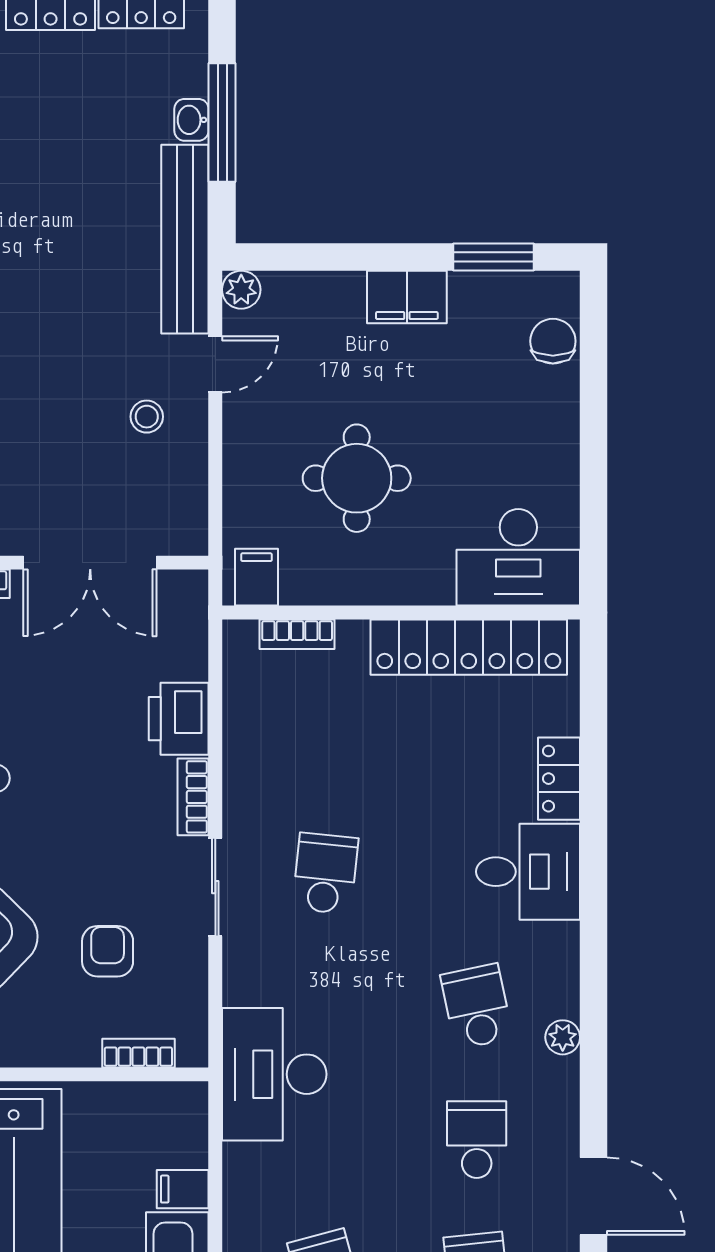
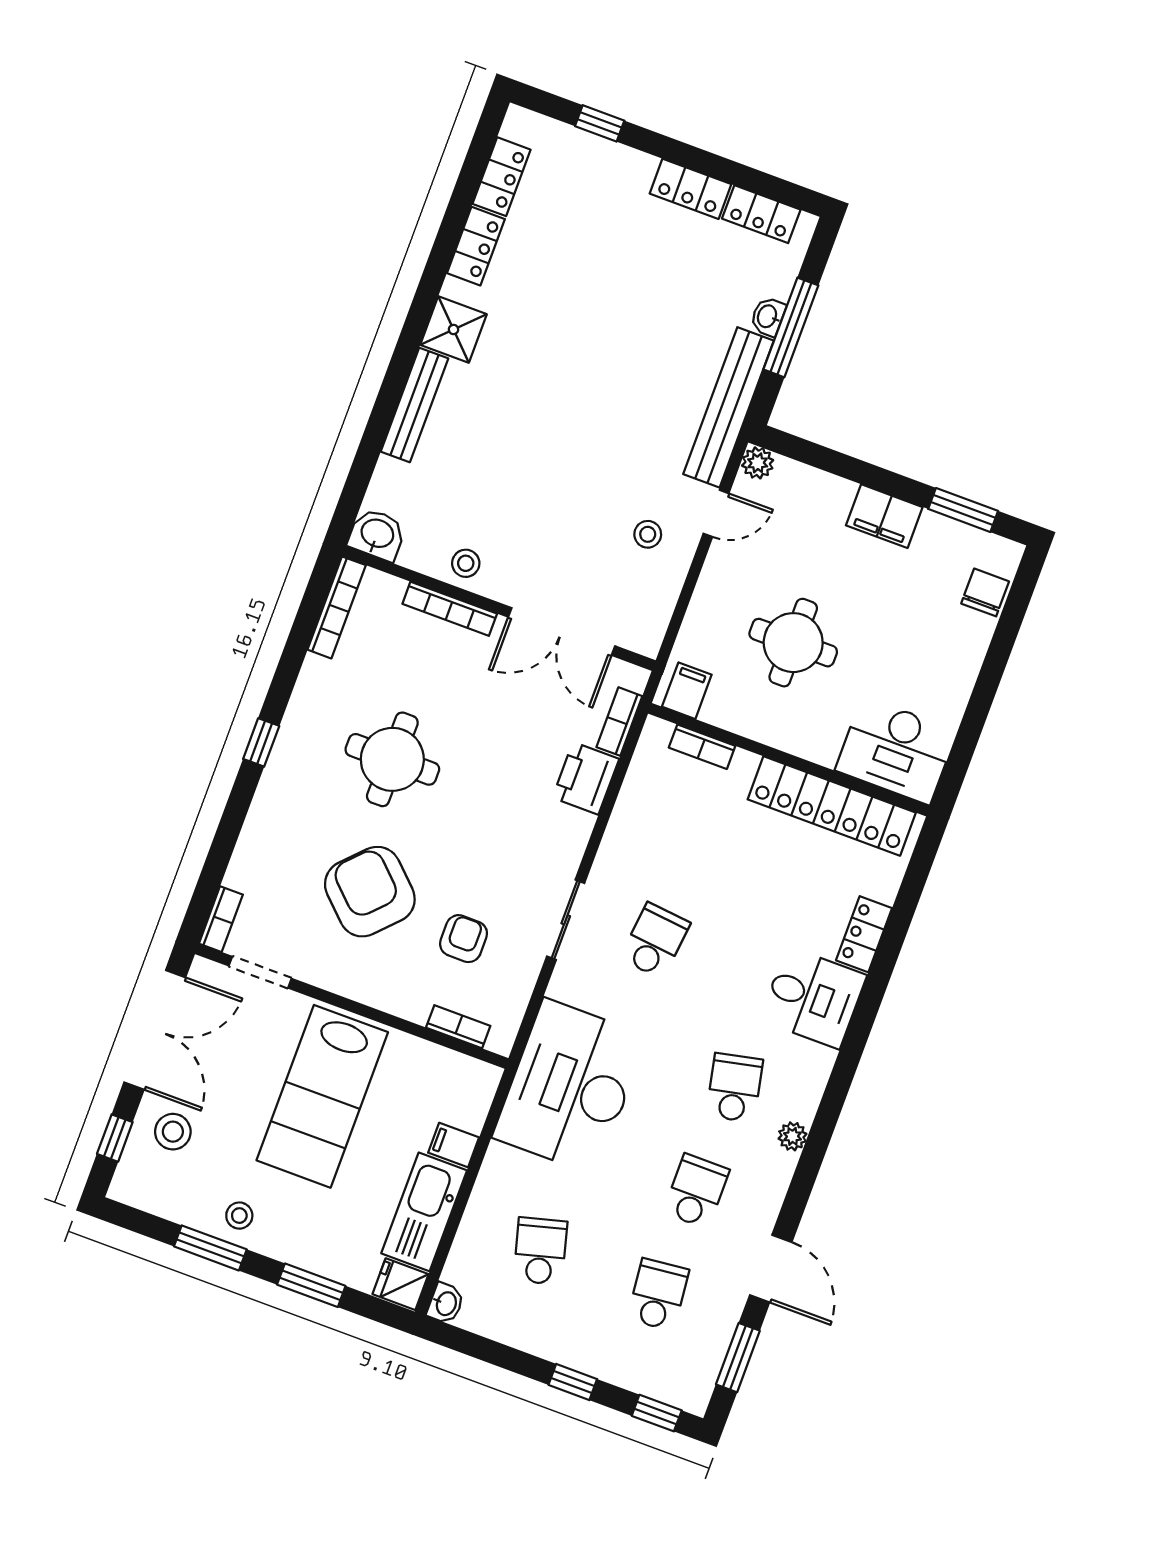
bookcase: (193, 797) -> (619, 722), moved
desk: (274, 1074) -> (570, 1087), width x1.36, depth x1.30

